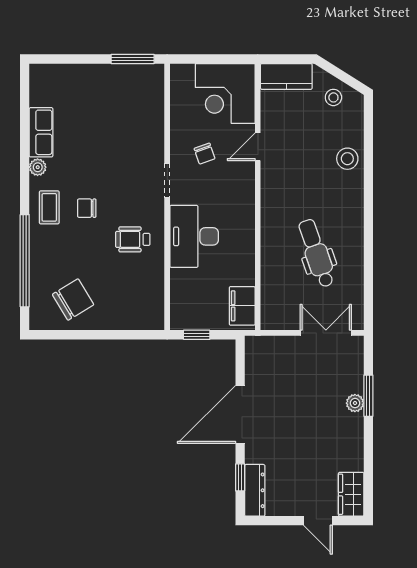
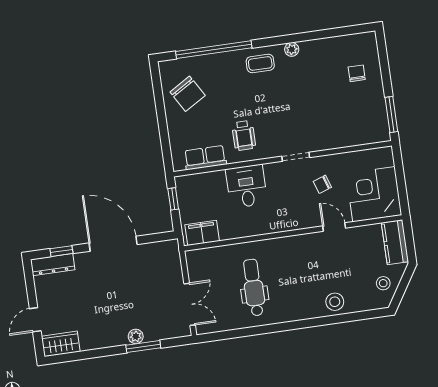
row of seats: (41, 132) -> (205, 158), moved, turned 180
chair: (87, 208) -> (357, 73), moved
desk: (194, 236) -> (246, 186), width x0.73
wheelchair: (133, 239) -> (244, 136), turned 180
dental chair: (316, 253) -> (254, 287), turned -71

